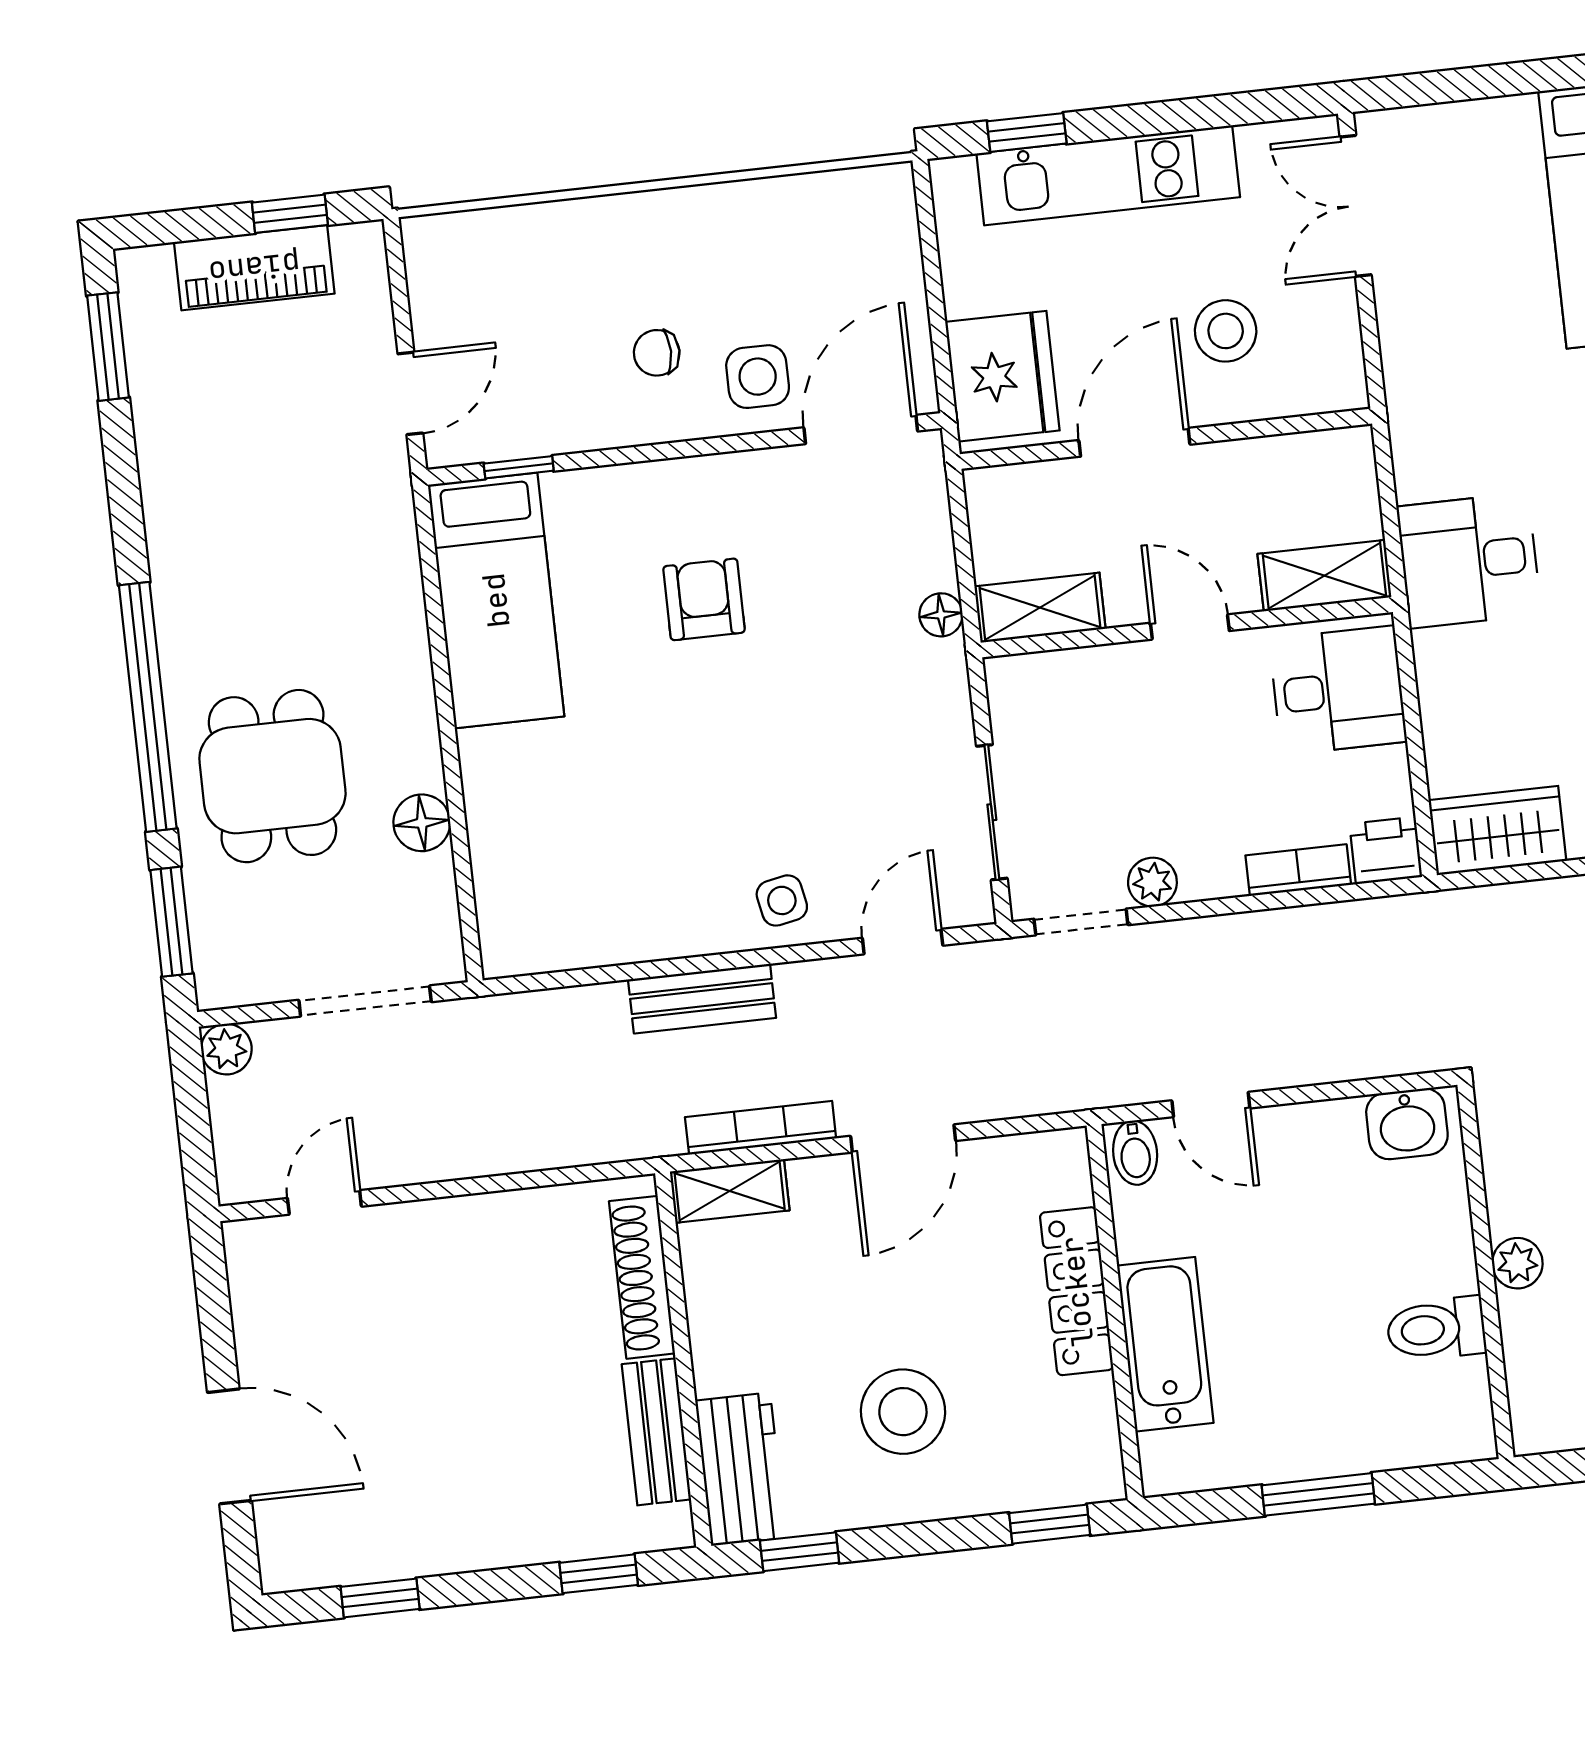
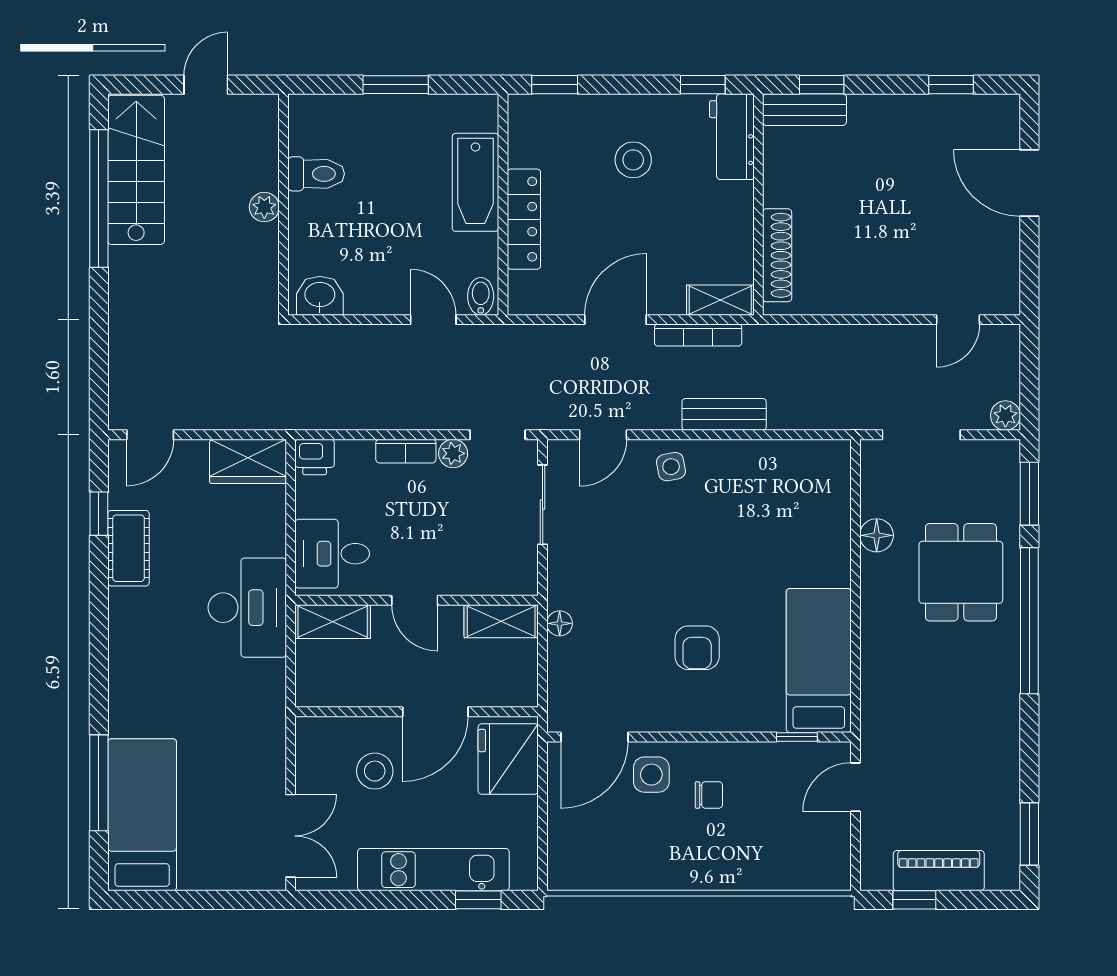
desk: (1469, 560) -> (247, 608), width x1.37
bookcase: (1298, 870) -> (406, 451), moved
stool: (903, 1412) -> (633, 160), width x0.73, depth x0.73
bench: (656, 1432) -> (804, 110), moved, turned 90

